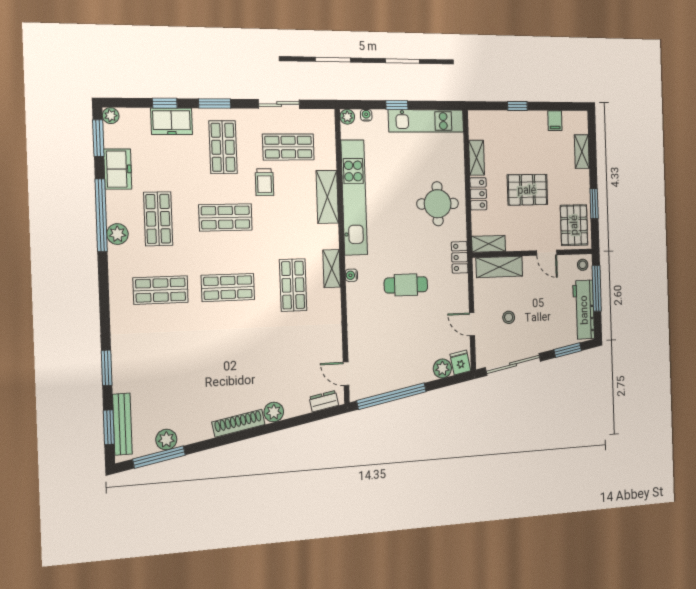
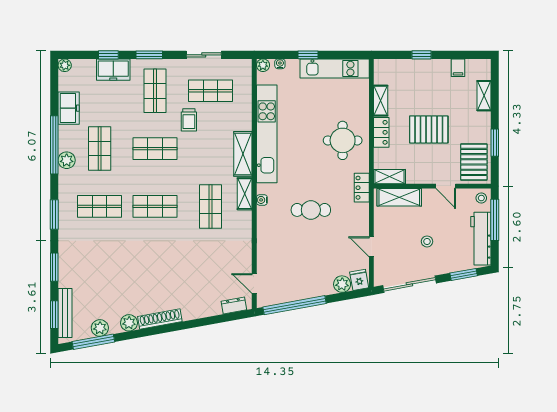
window: (98, 138) -> (54, 214), moved
shelving: (327, 197) -> (243, 154), moved
stool: (509, 317) -> (427, 241), moved
plant: (274, 412) -> (129, 323), moved

